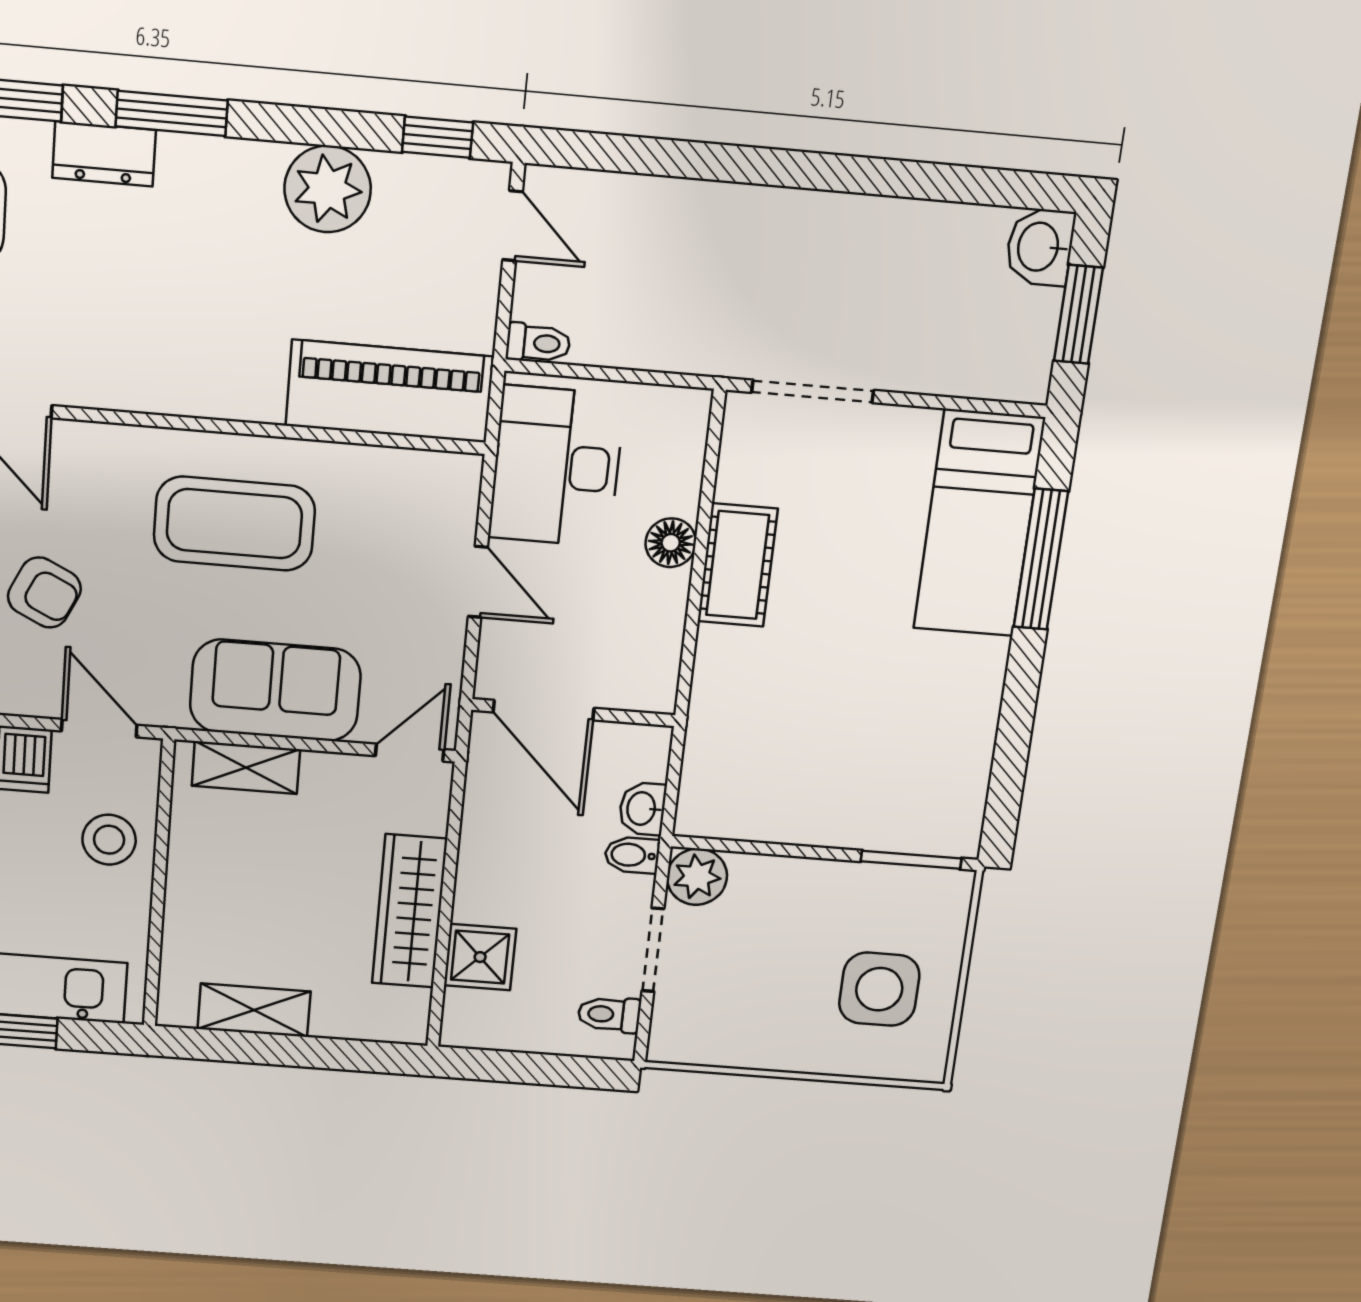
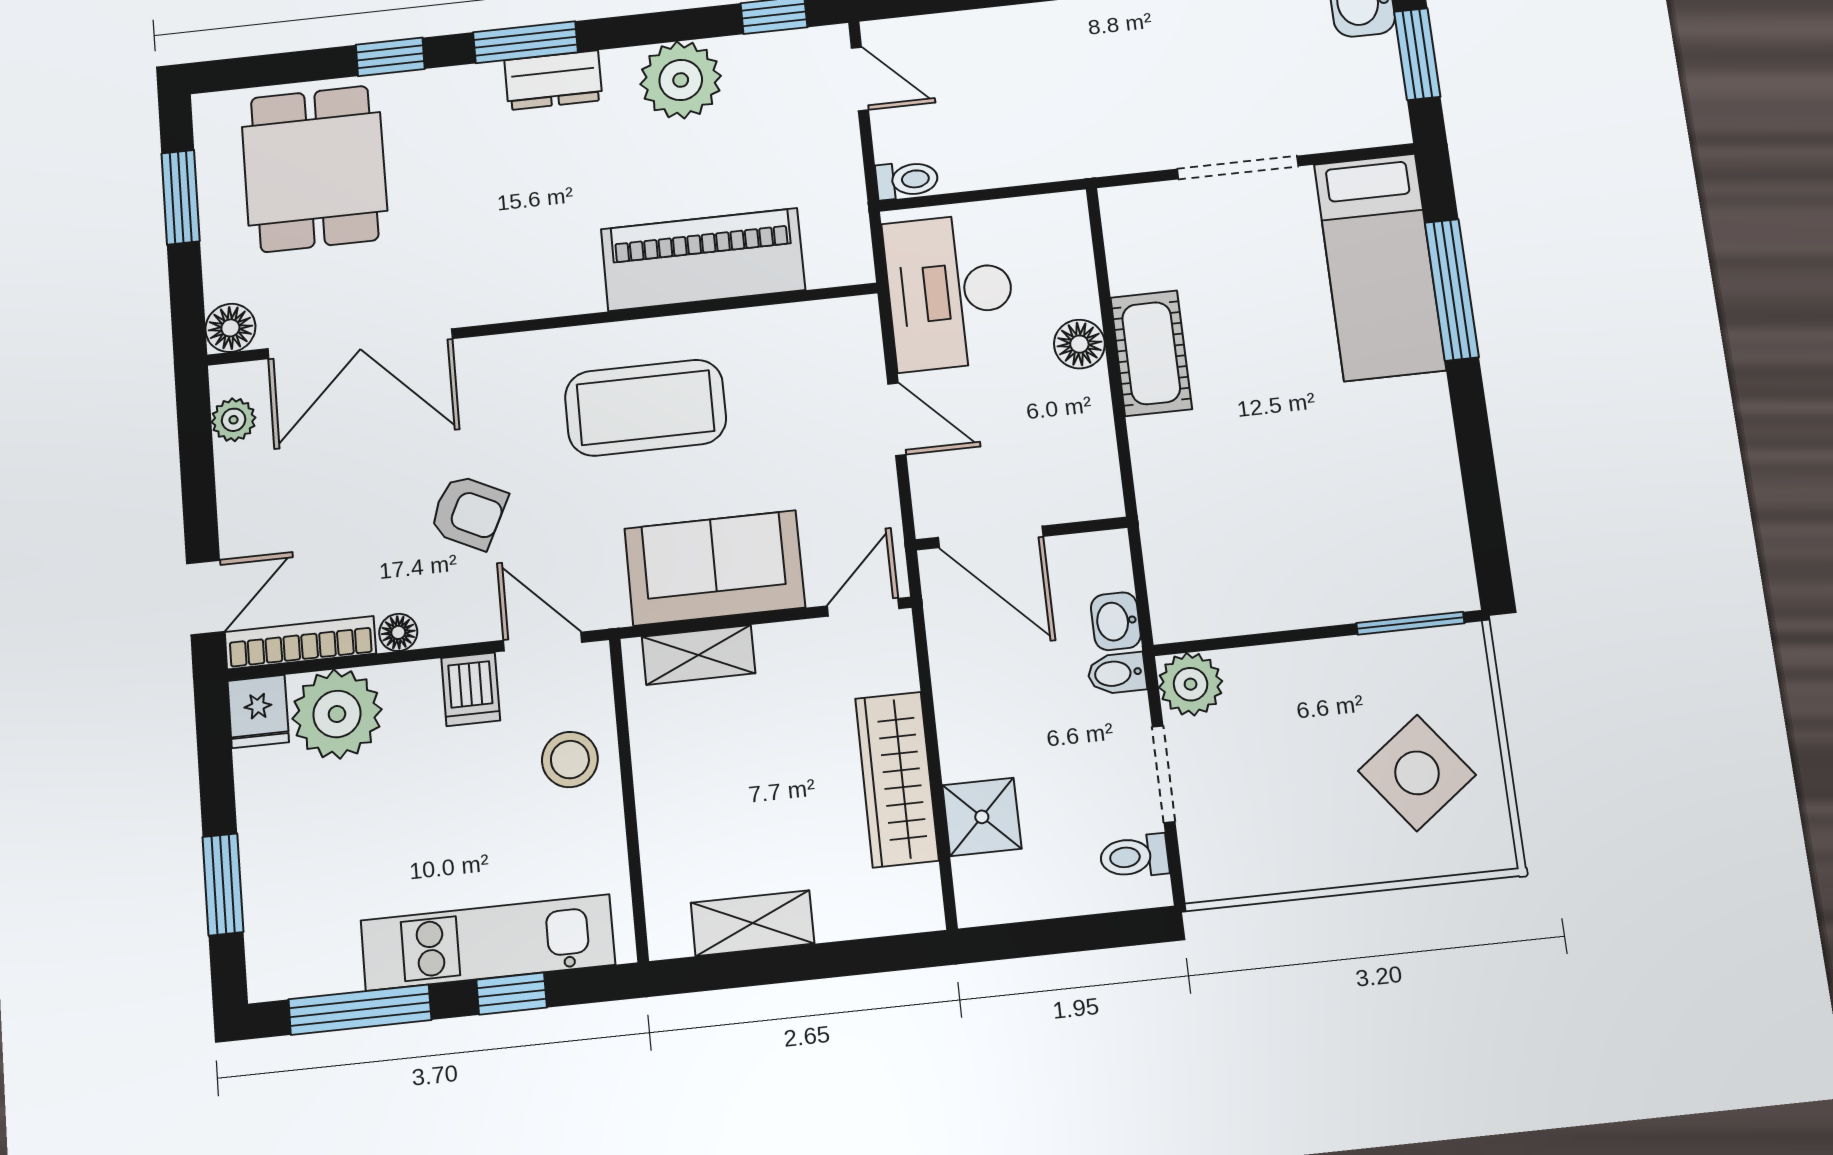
dresser: (104, 154) -> (553, 80), moved
piano: (390, 391) -> (703, 260), moved
doorway: (813, 391) -> (1238, 167), moved
side table: (879, 989) -> (1417, 773), turned -37

